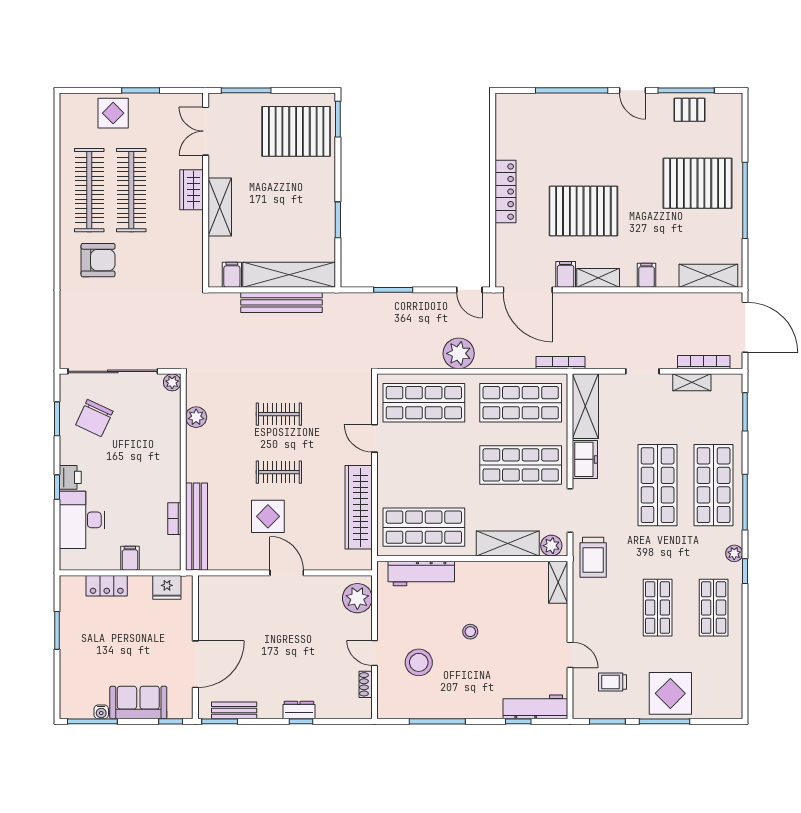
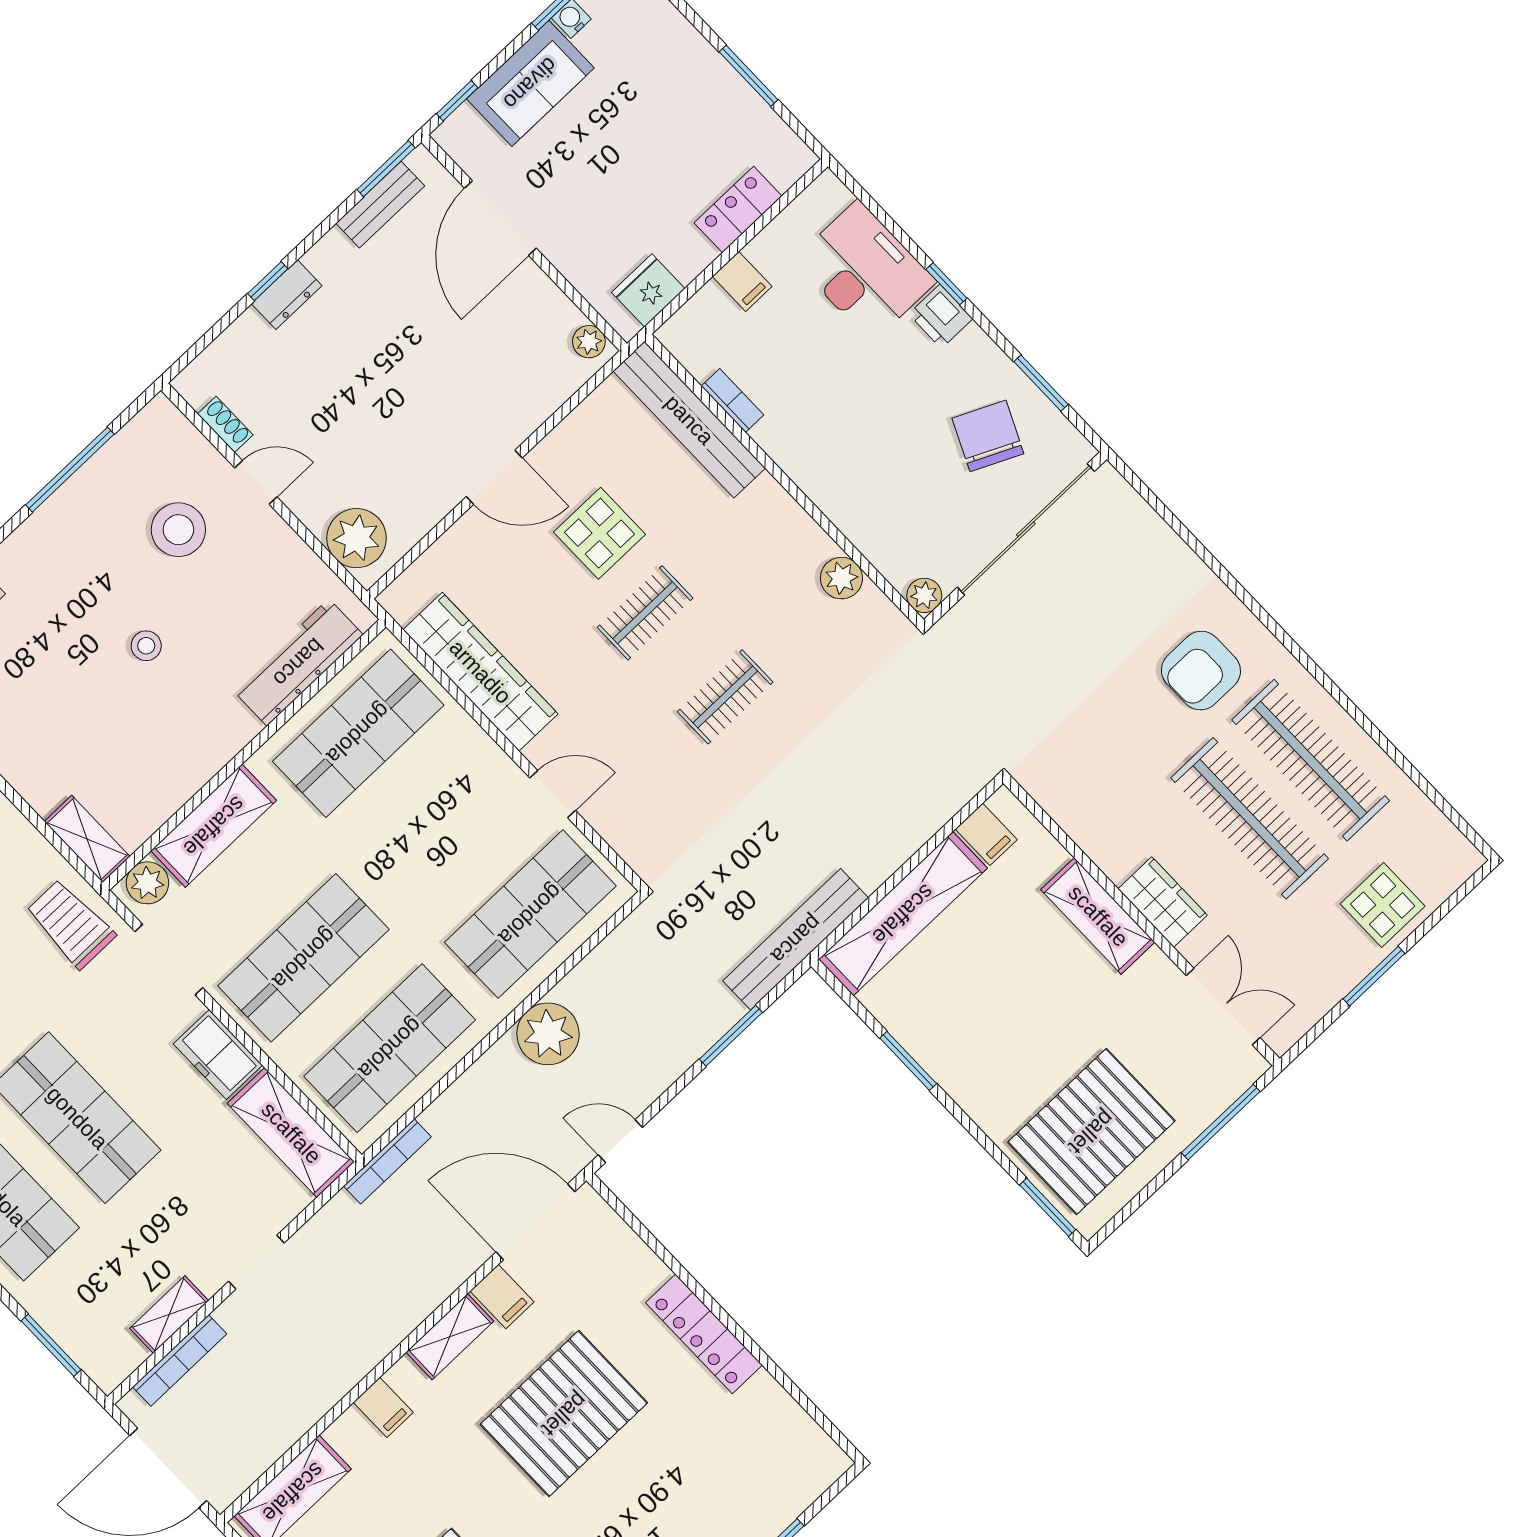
bench: (281, 302) -> (796, 939), moved
plant: (206, 589) -> (589, 342), added

